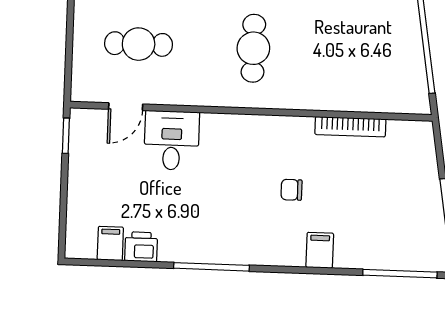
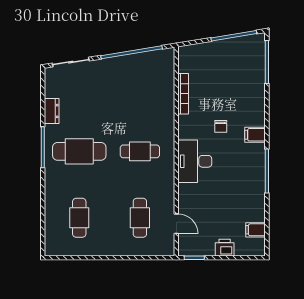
desk: (172, 140) -> (195, 161), moved, width x1.37
printer: (141, 247) -> (225, 248), moved, turned 90
filing cabinet: (320, 250) -> (255, 135), moved

